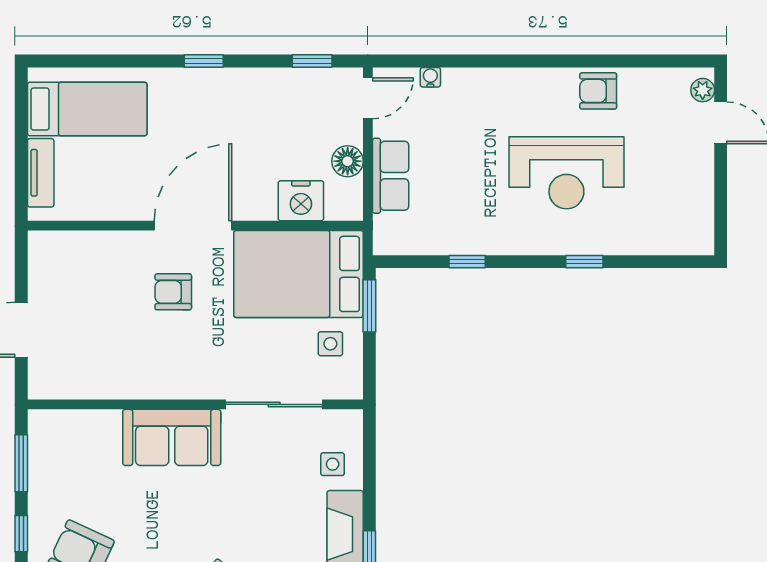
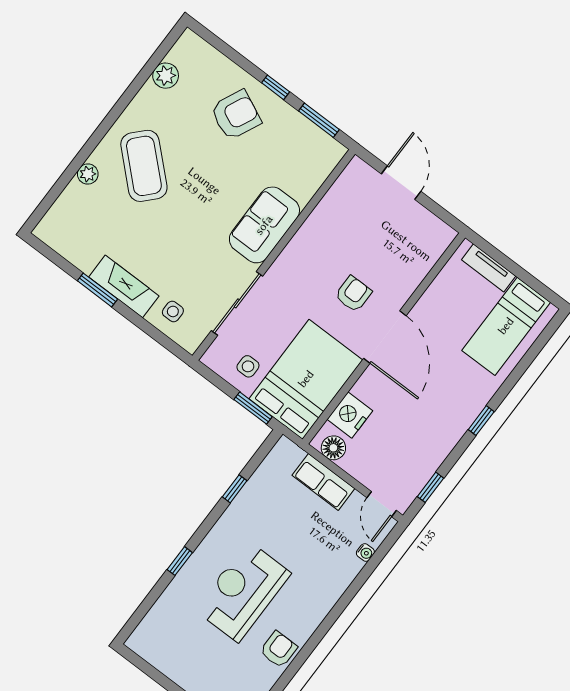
floor lamp: (348, 161) -> (333, 448), moved

